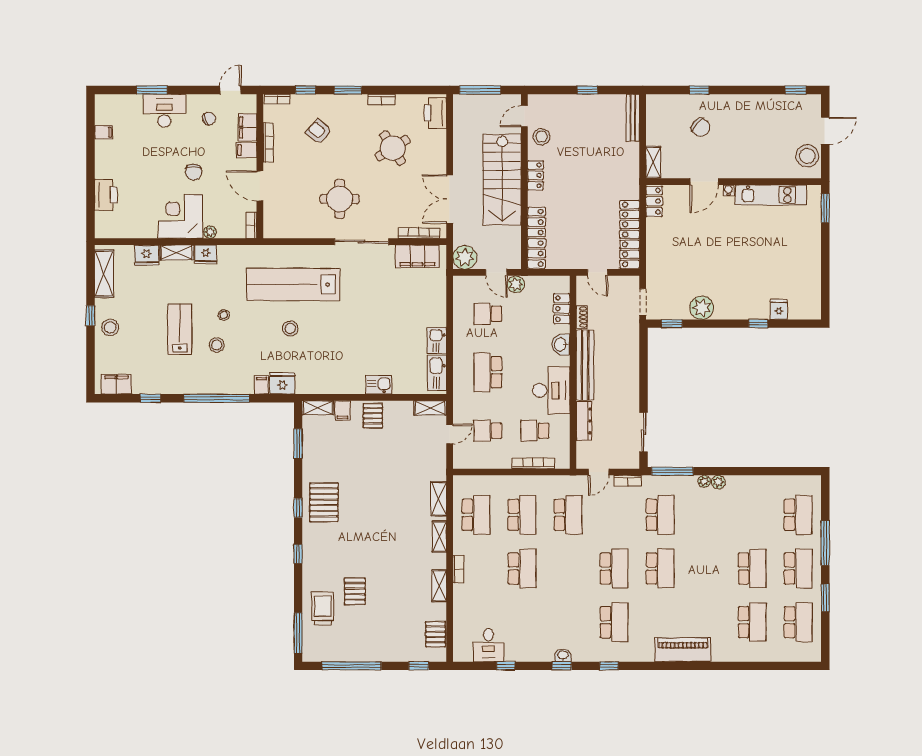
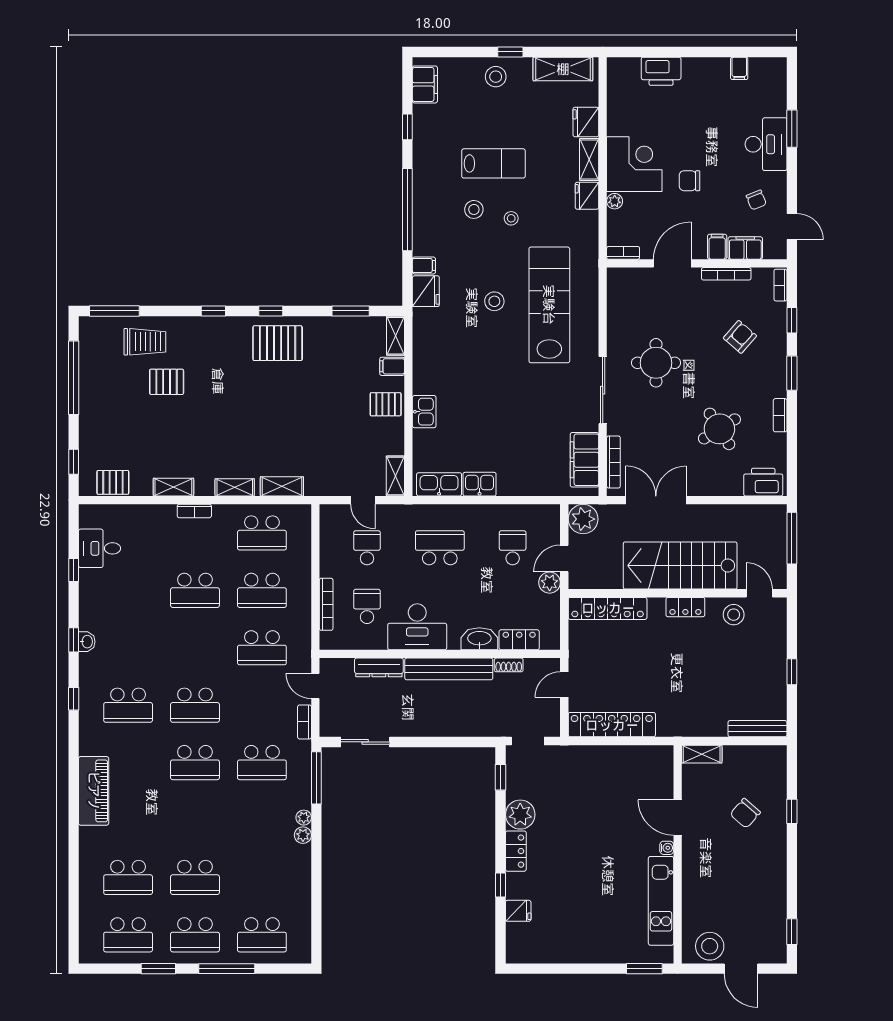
locker: (654, 201) -> (516, 851), moved, turned -90
washbasin: (561, 345) -> (479, 639), width x1.38

